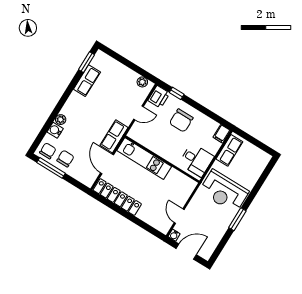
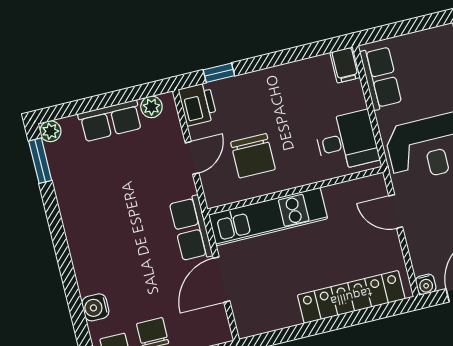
row of seats: (87, 81) -> (110, 121), moved, turned 90
plant: (61, 120) -> (50, 131), moved
chair: (181, 120) -> (253, 156), moved
door: (107, 164) -> (222, 280), hinge flipped
locker: (117, 197) -> (351, 297), moved
door: (179, 216) -> (396, 211), moved

